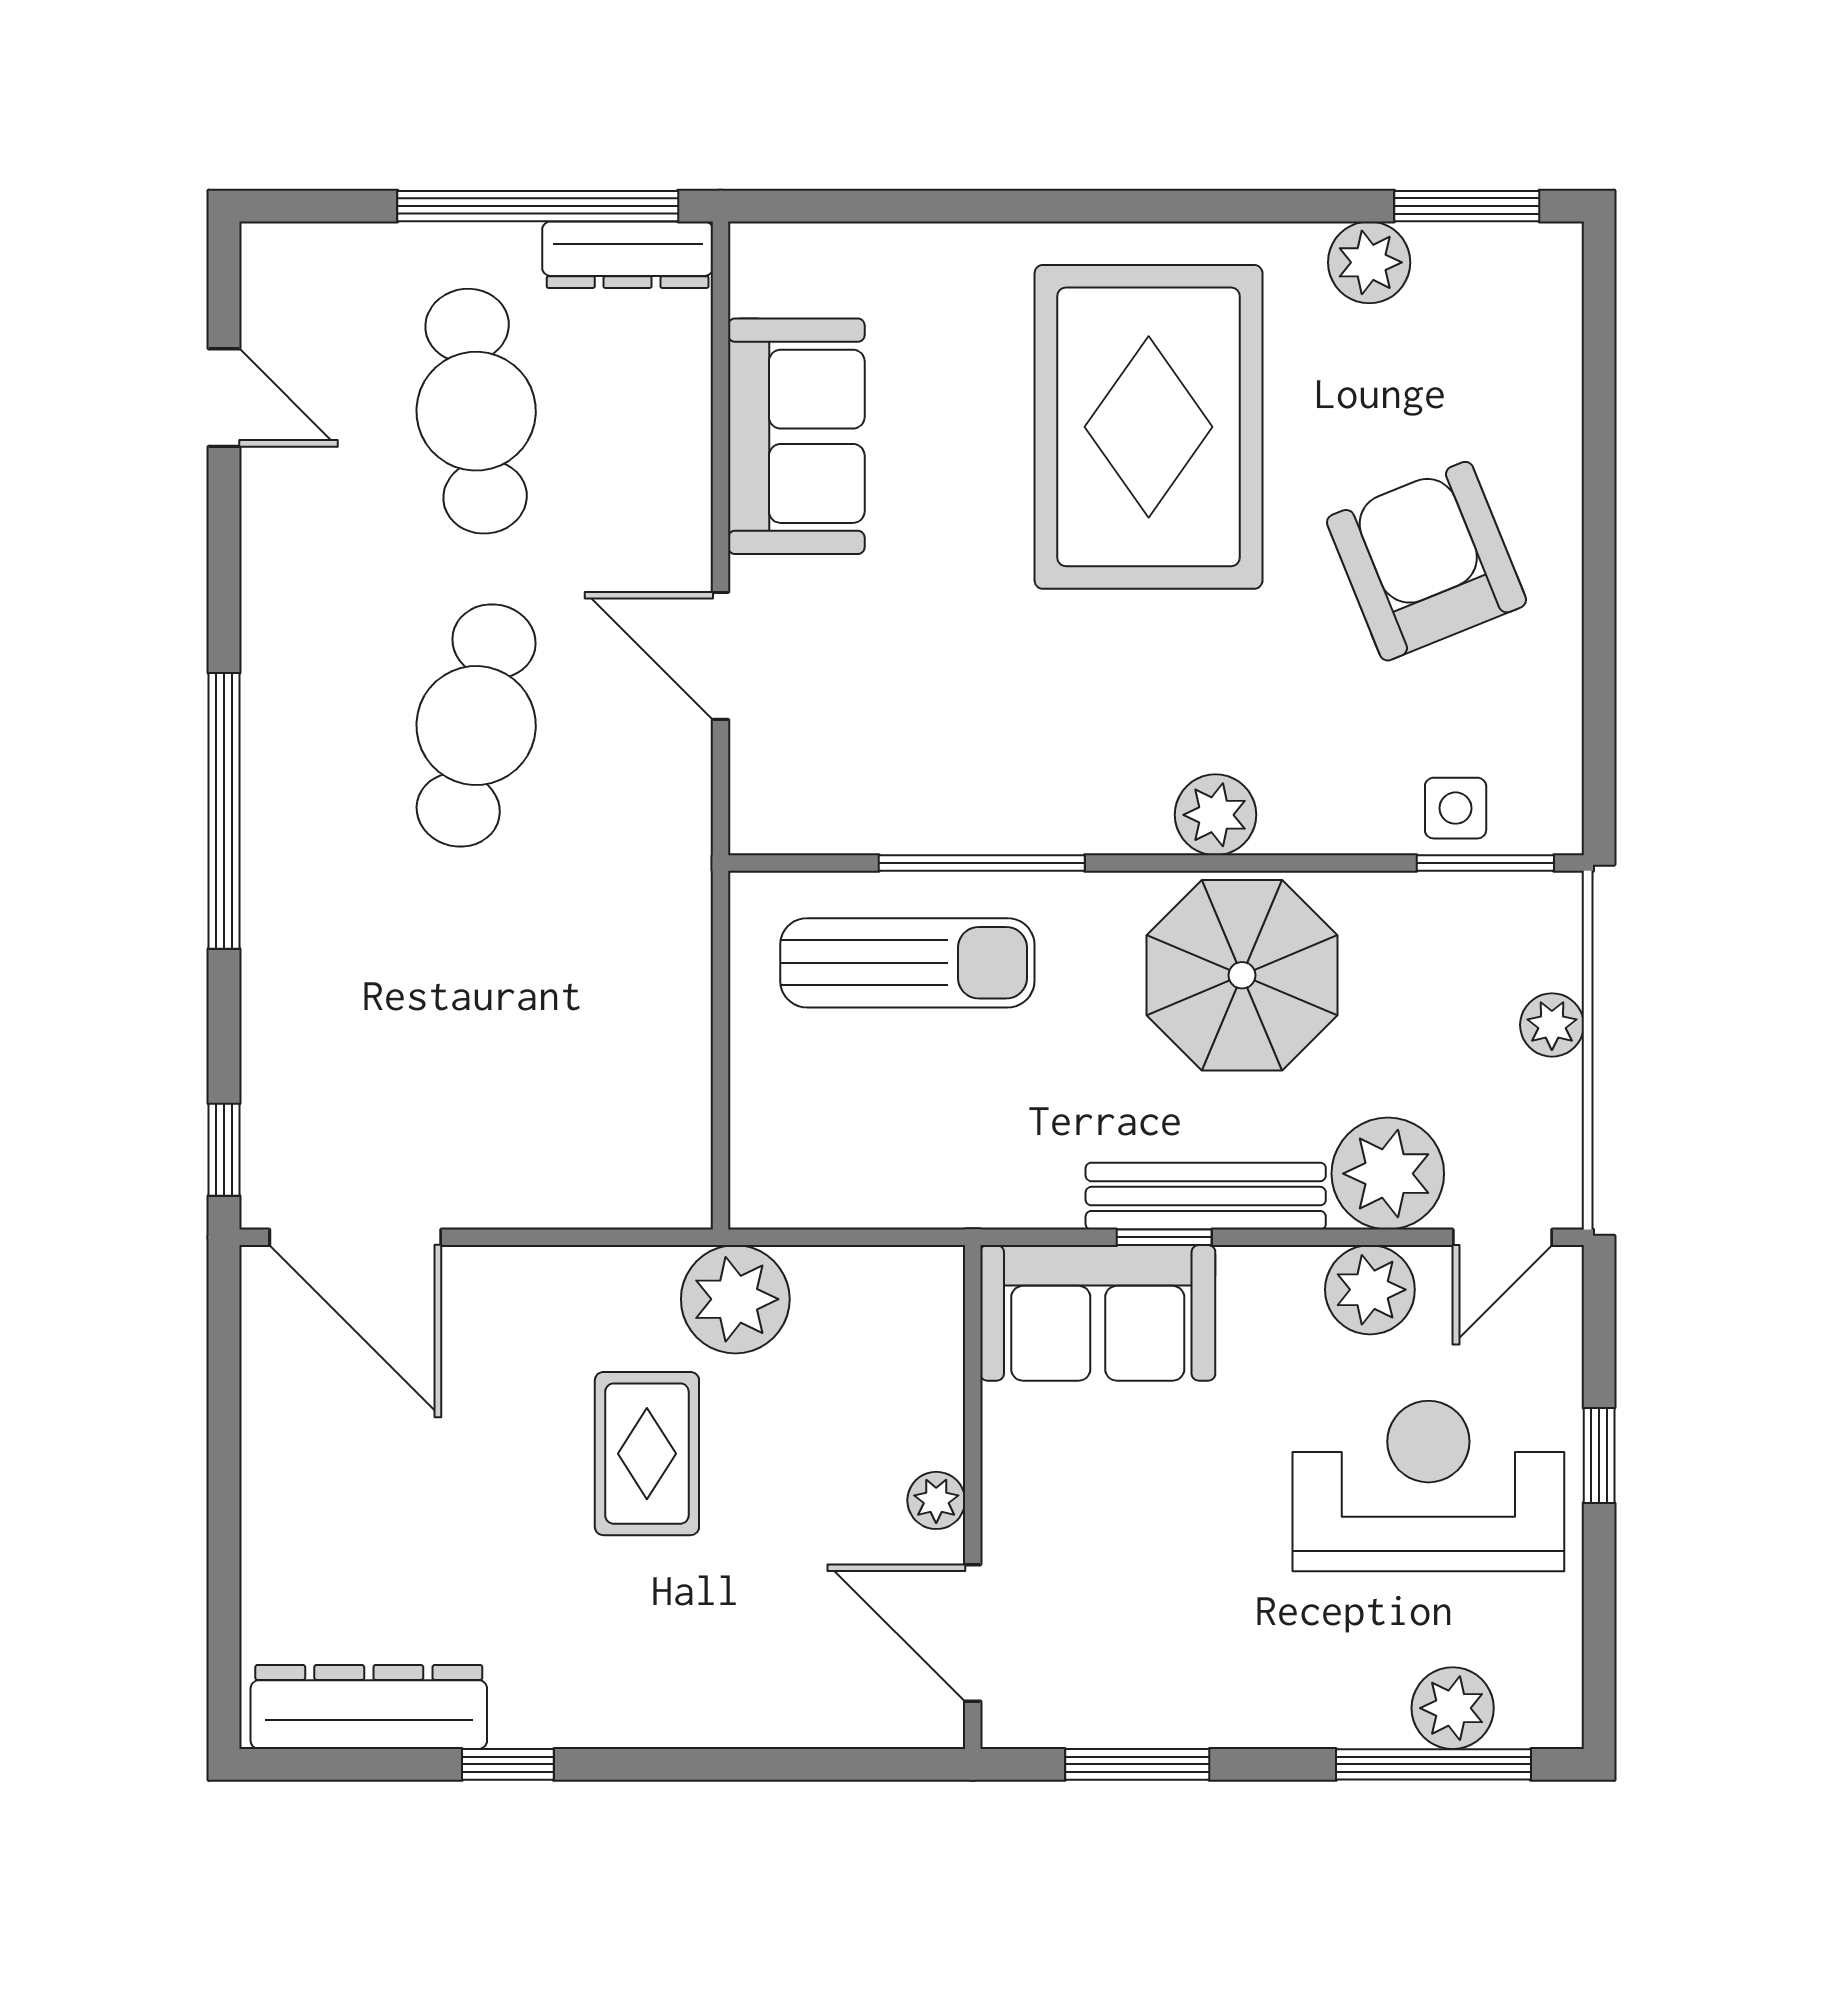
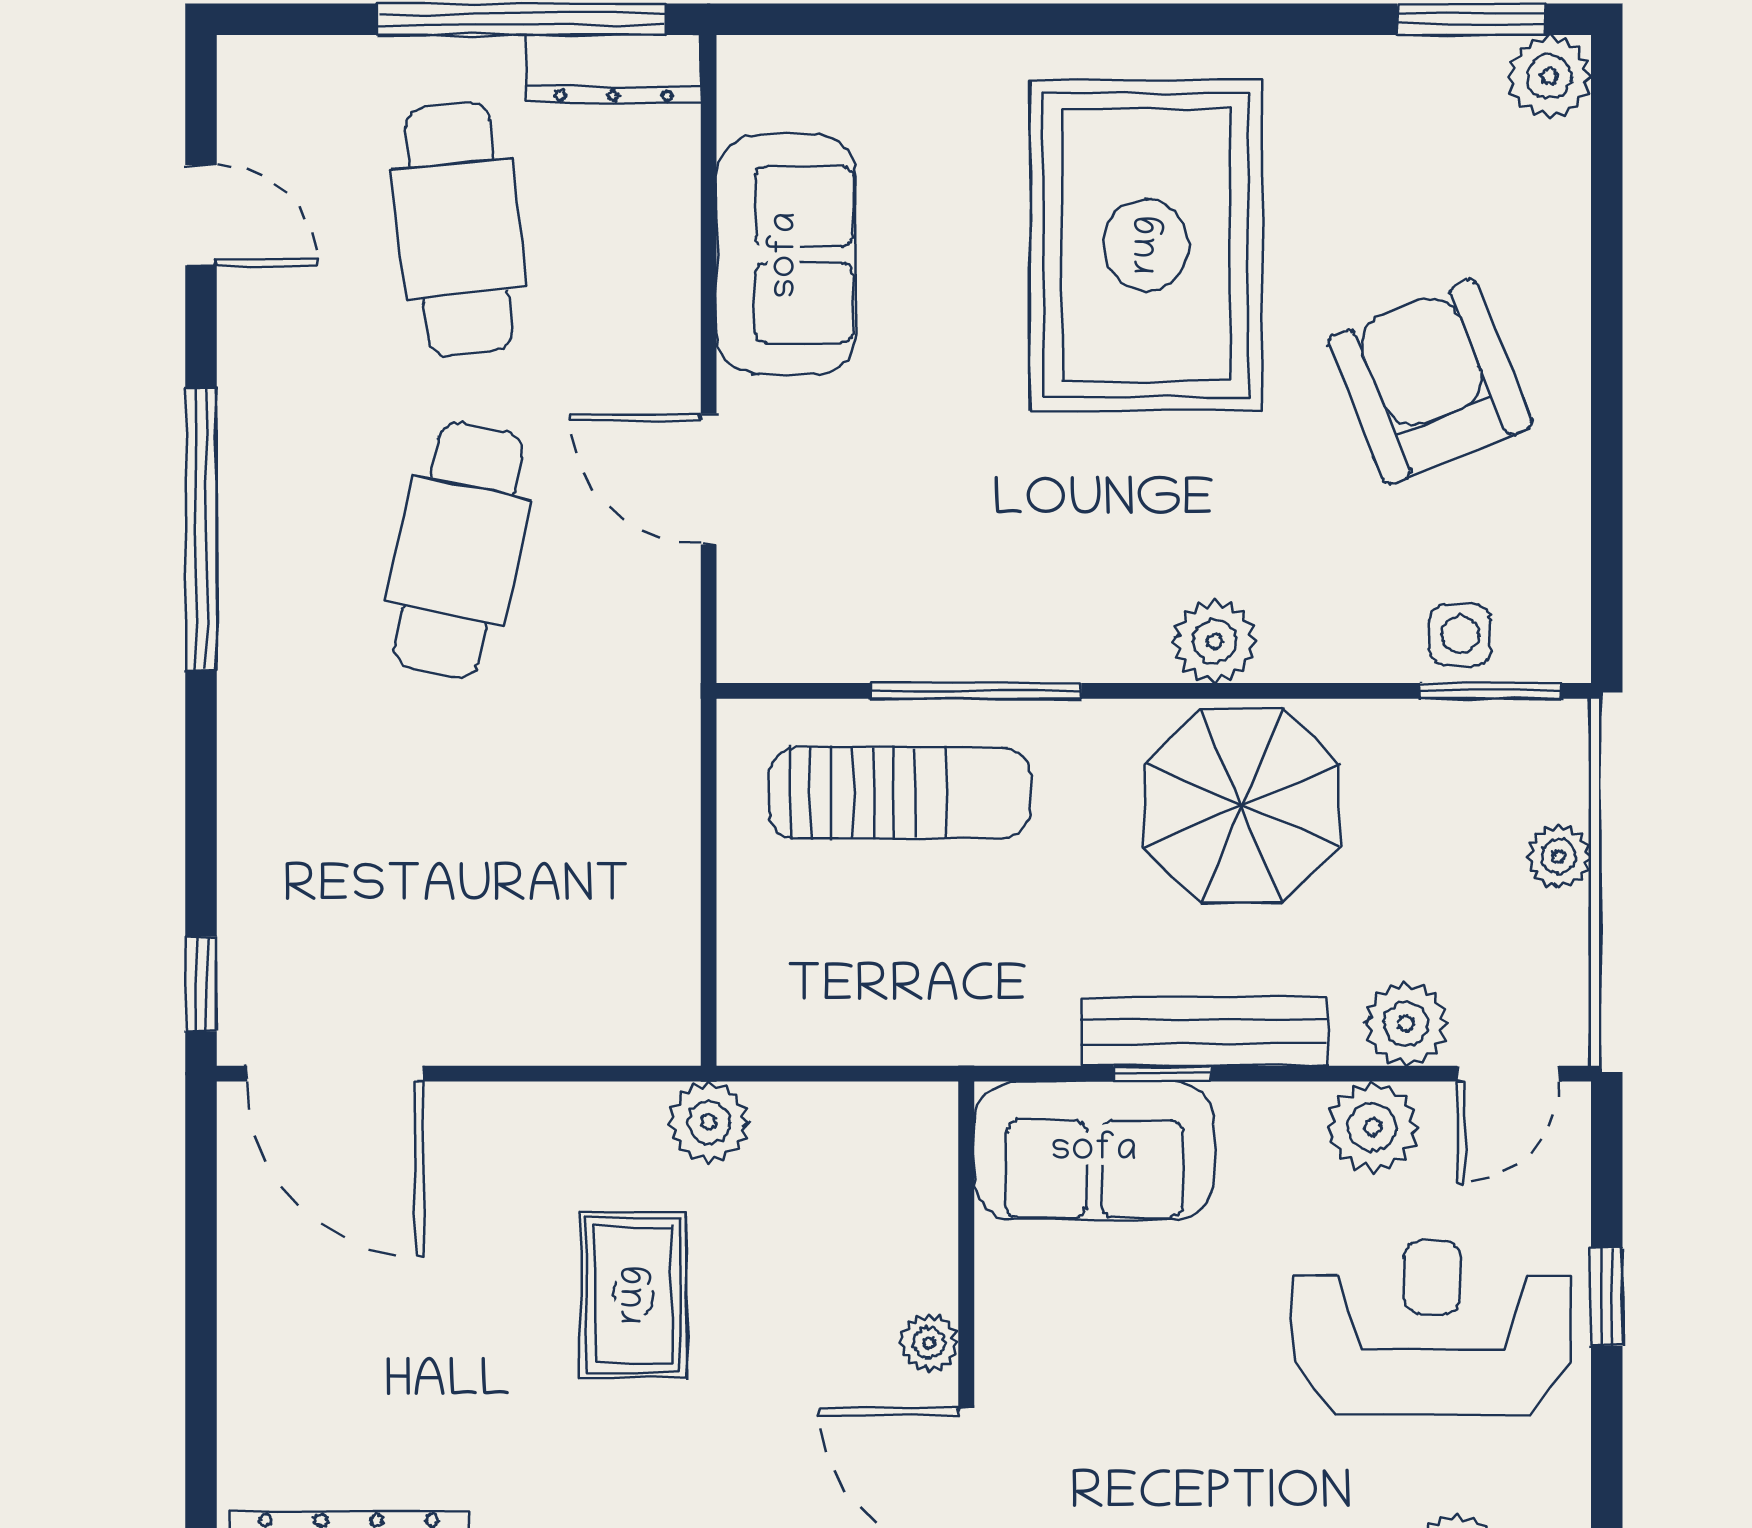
plant: (1369, 262) -> (1549, 77), moved
window: (224, 811) -> (201, 529), moved
plant: (1388, 1174) -> (1406, 1024), width x0.73, depth x0.73
plant: (735, 1299) -> (709, 1122), width x0.73, depth x0.73

